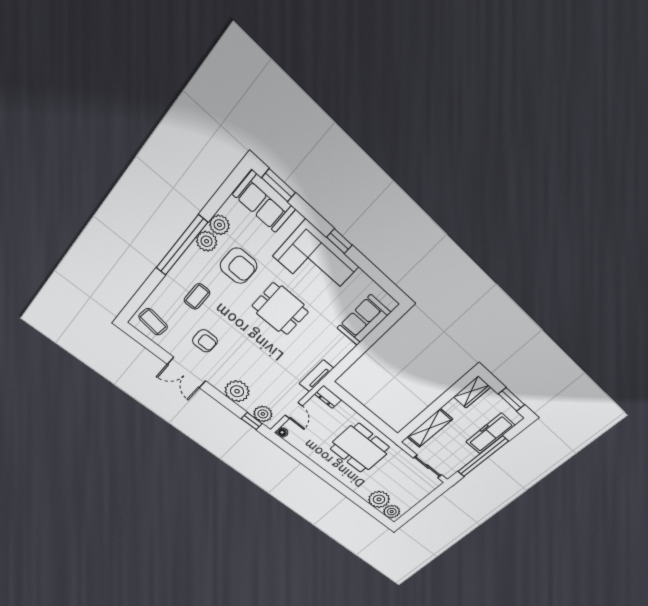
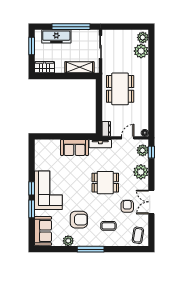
window: (279, 185) -> (32, 209), moved
plant: (207, 241) -> (80, 241), removed
window: (182, 245) -> (91, 249), width x0.68
armchair: (239, 266) -> (79, 220), turned 90
dining table: (280, 309) -> (105, 183), moved, turned 90
sofa: (364, 320) -> (75, 147), moved
double door: (187, 373) -> (151, 202), swing flipped

